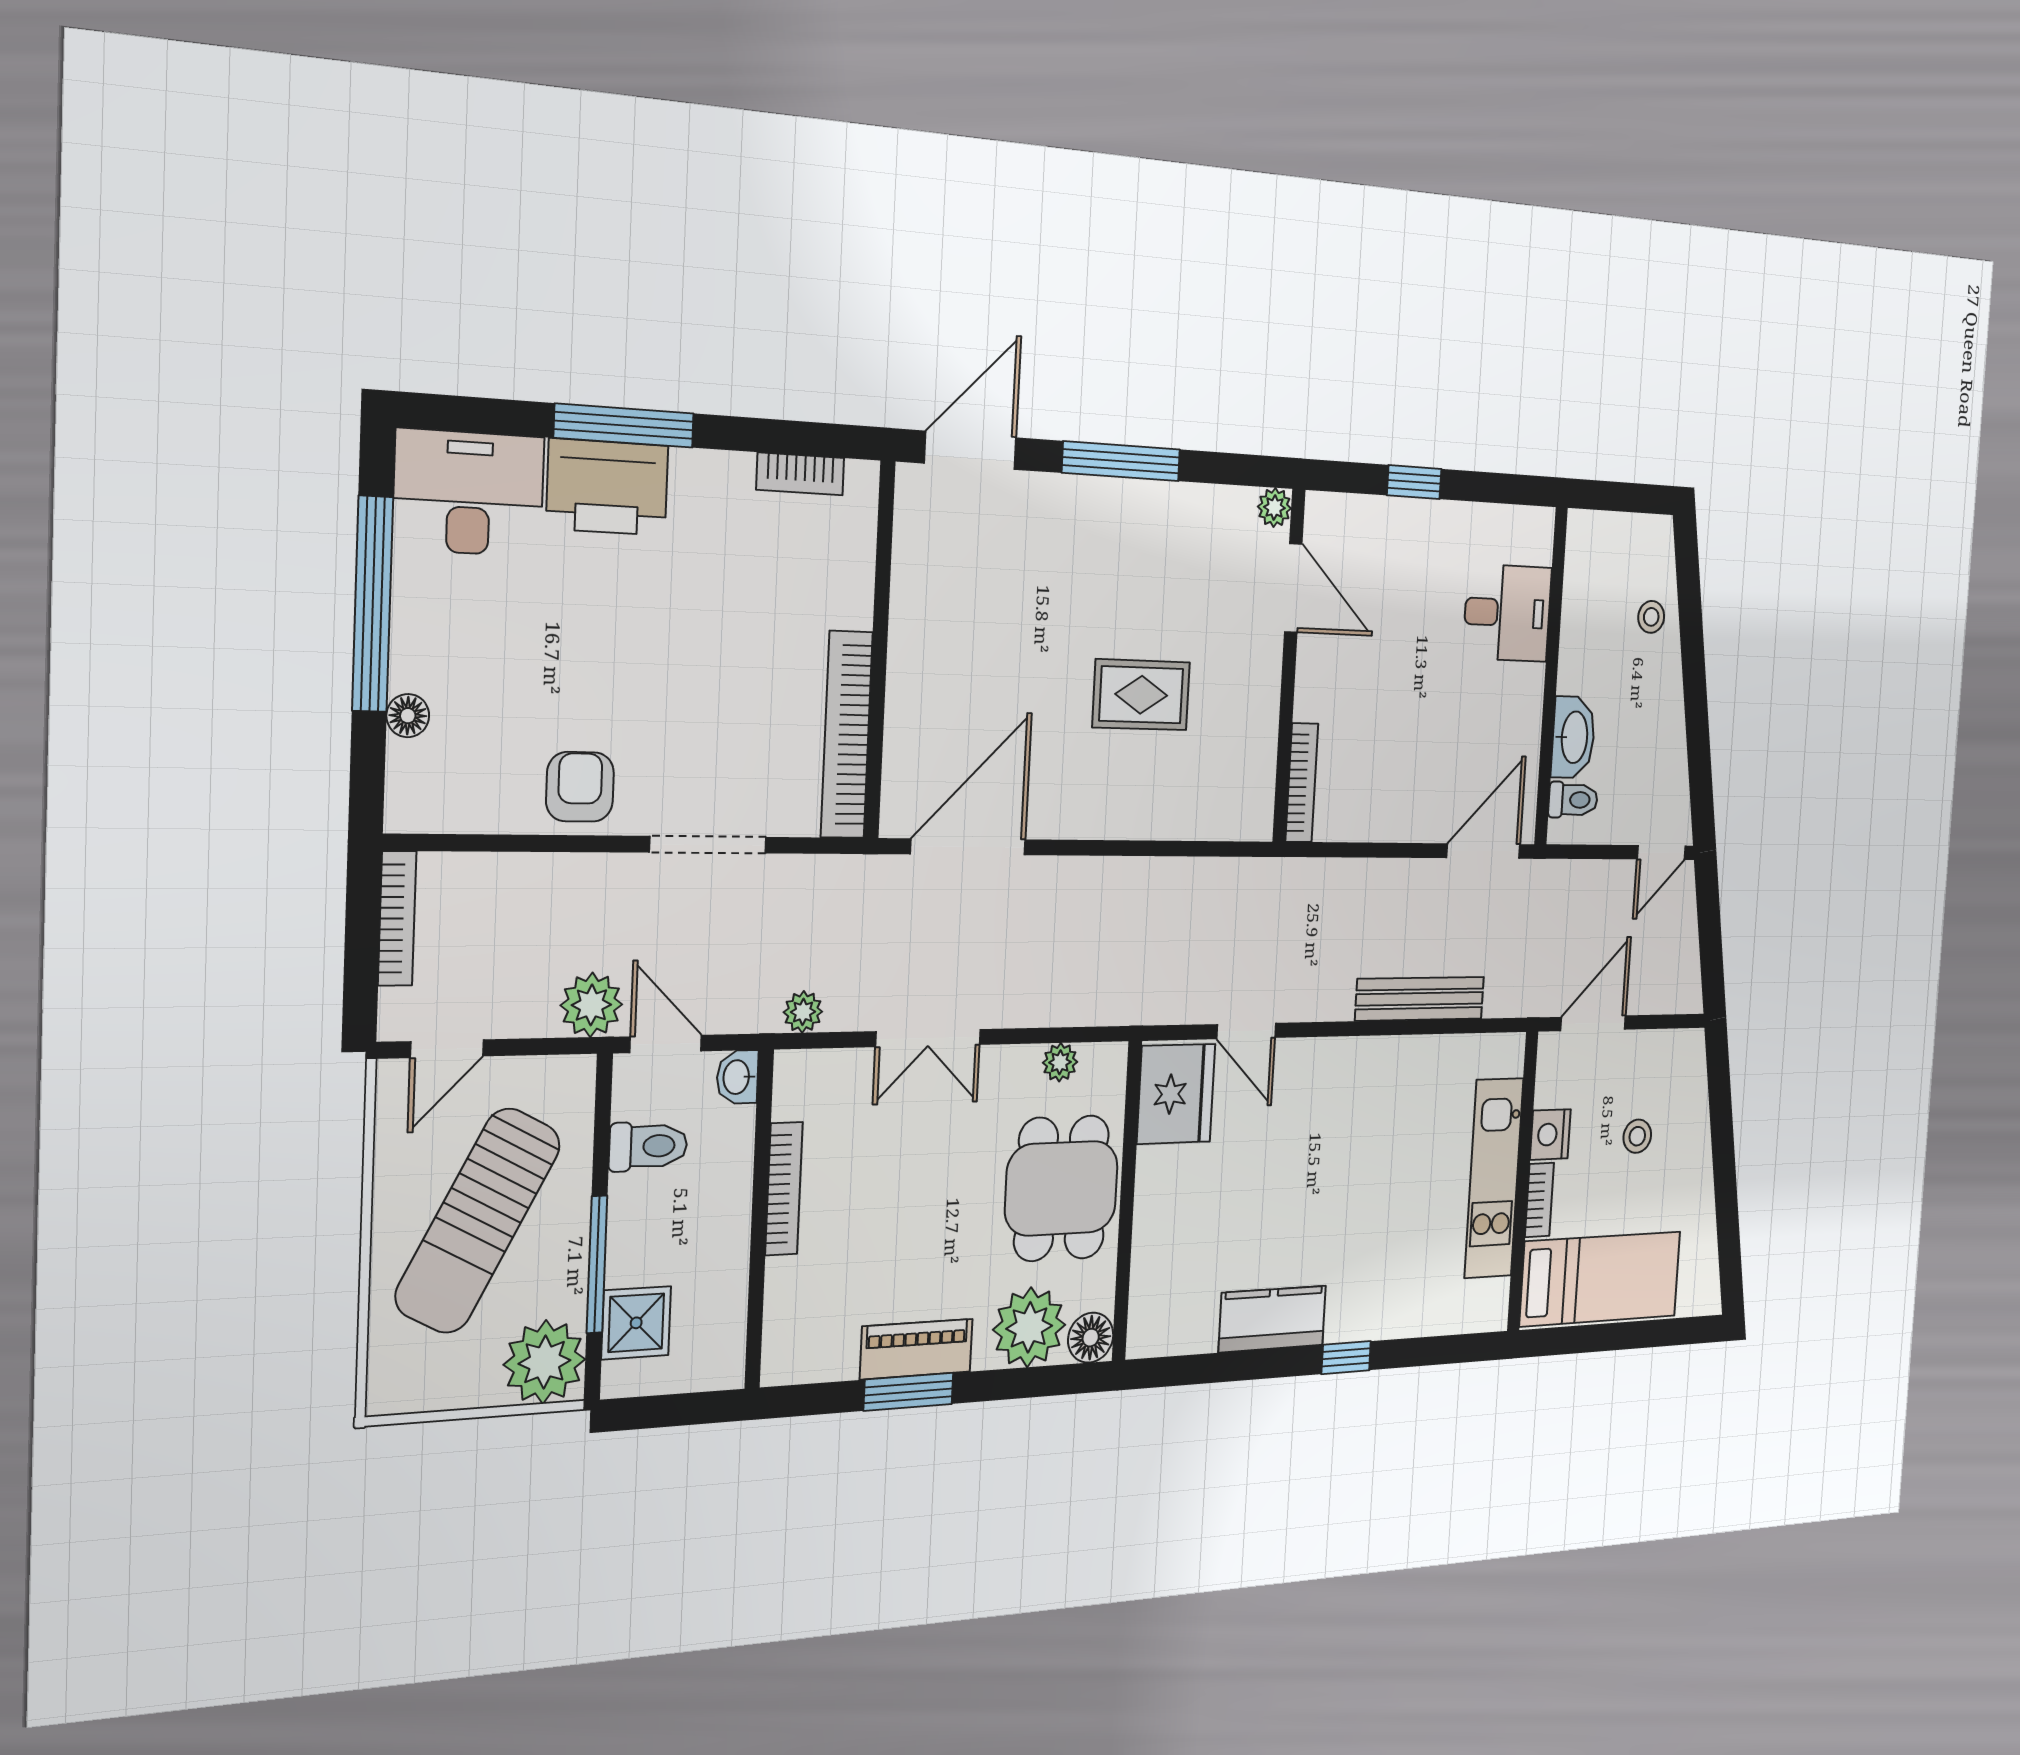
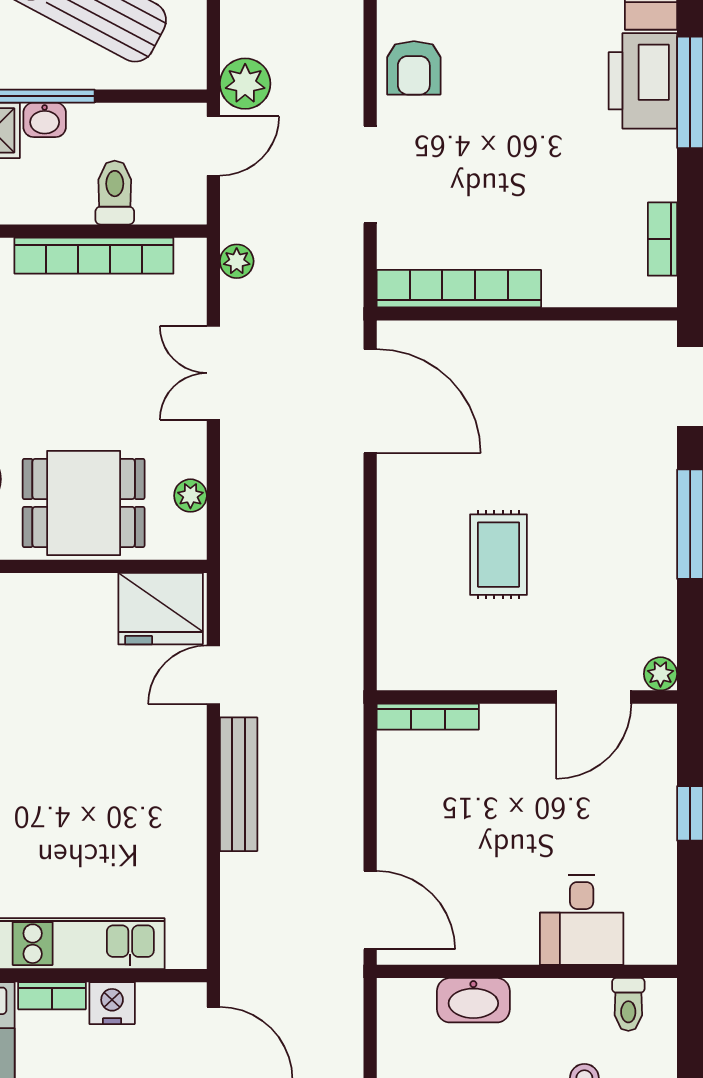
armchair: (580, 787) -> (414, 68), turned 90
toilet: (1573, 800) -> (628, 1004), moved
bench: (1420, 999) -> (239, 784), moved
washbasin: (737, 1077) -> (45, 120), moved, turned 180
toilet: (648, 1146) -> (115, 193), moved, turned 180
bookcase: (784, 1189) -> (94, 256), width x1.48, depth x1.31

